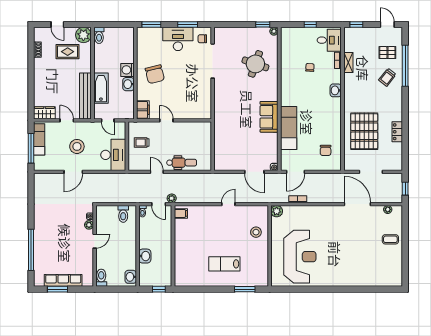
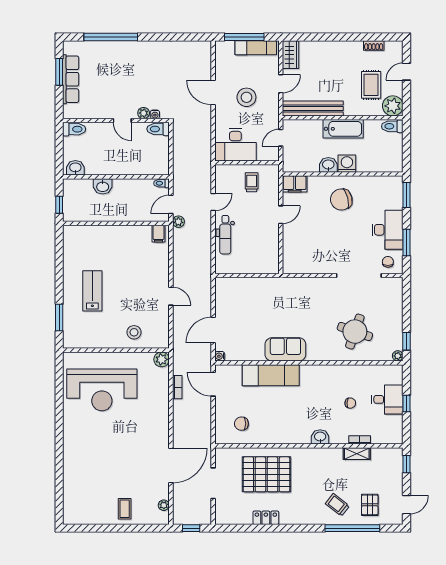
desk: (329, 40) -> (387, 399), moved, turned -90
bathtub: (101, 88) -> (343, 129), moved
toilet: (123, 214) -> (158, 129), moved

